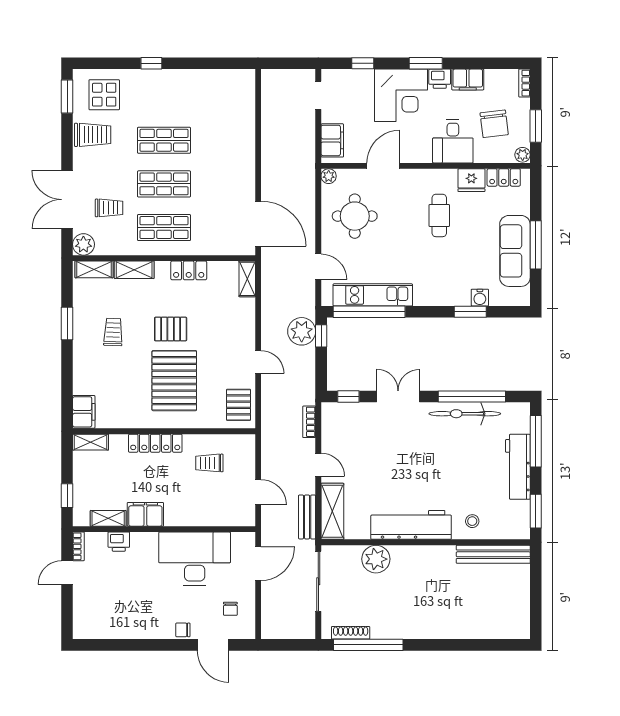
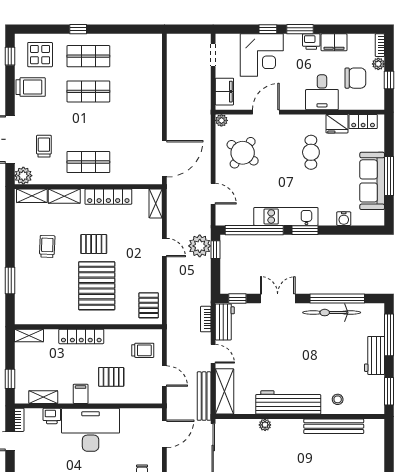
window: (363, 63) -> (268, 29), moved
corner desk: (401, 95) -> (262, 55), moved
window: (67, 97) -> (10, 56), width x0.67
chair: (494, 124) -> (355, 78), turned -83
window: (536, 126) -> (389, 80), width x0.67
plant: (523, 155) -> (378, 64), moved
shop shelf: (164, 184) -> (88, 56), moved
trolley: (109, 208) -> (44, 146), turned -90
round table: (355, 216) -> (243, 153), turned 36
door: (258, 224) -> (164, 159), hinge flipped
locker: (189, 270) -> (108, 197), width x1.53
kitchen unit: (373, 295) -> (286, 216), moved
window: (470, 312) -> (305, 230), moved
window: (67, 323) -> (10, 281), moved
door: (258, 362) -> (164, 248), moved
filing cabinet: (84, 412) -> (23, 311), removed
workbench: (333, 425) -> (225, 322), added
trolley: (209, 463) -> (143, 350), moved, turned 180
workbench: (518, 467) -> (375, 355), width x0.73
pallet: (192, 493) -> (111, 377), added
filing cabinet: (145, 514) -> (81, 394), width x0.50
bench: (307, 517) -> (204, 396), width x1.36
bench: (493, 554) -> (334, 426), moved
desk: (195, 559) -> (91, 430), moved
plant: (376, 559) -> (265, 425), width x0.53, depth x0.53

